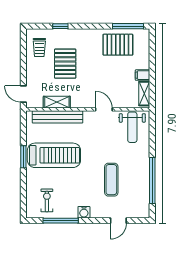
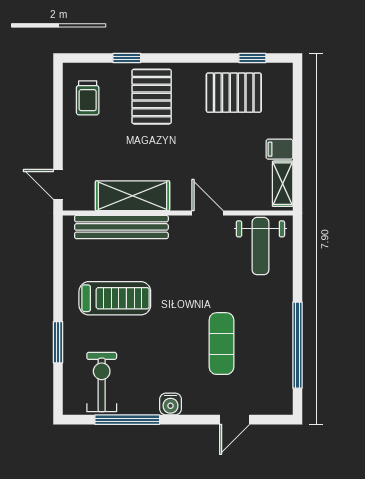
window: (128, 26) -> (252, 58), width x0.46
pallet: (65, 64) -> (152, 97), moved
shelving: (57, 102) -> (133, 196), width x1.50, depth x1.33
treadmill: (54, 155) -> (115, 298), width x0.73, depth x0.73
window: (23, 157) -> (58, 342), moved
exercise bike: (47, 200) -> (102, 382), width x1.38, depth x1.39

